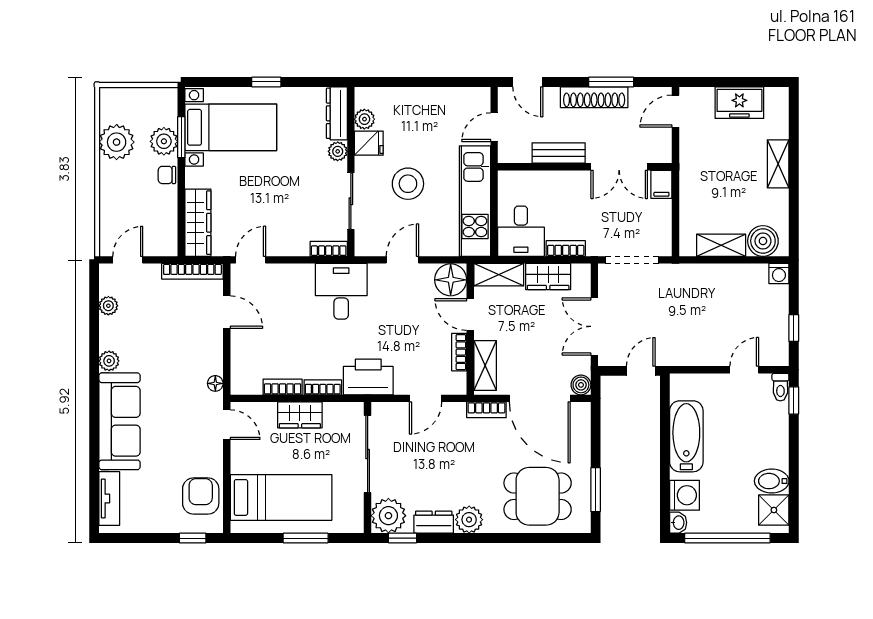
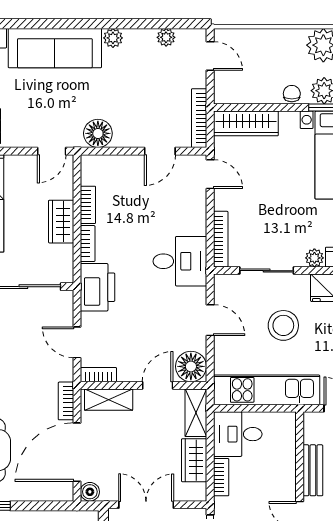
bookcase: (329, 249) -> (221, 239), width x1.56
bookcase: (459, 352) -> (98, 375), moved
floor lamp: (215, 383) -> (98, 133), width x1.89, depth x1.89

